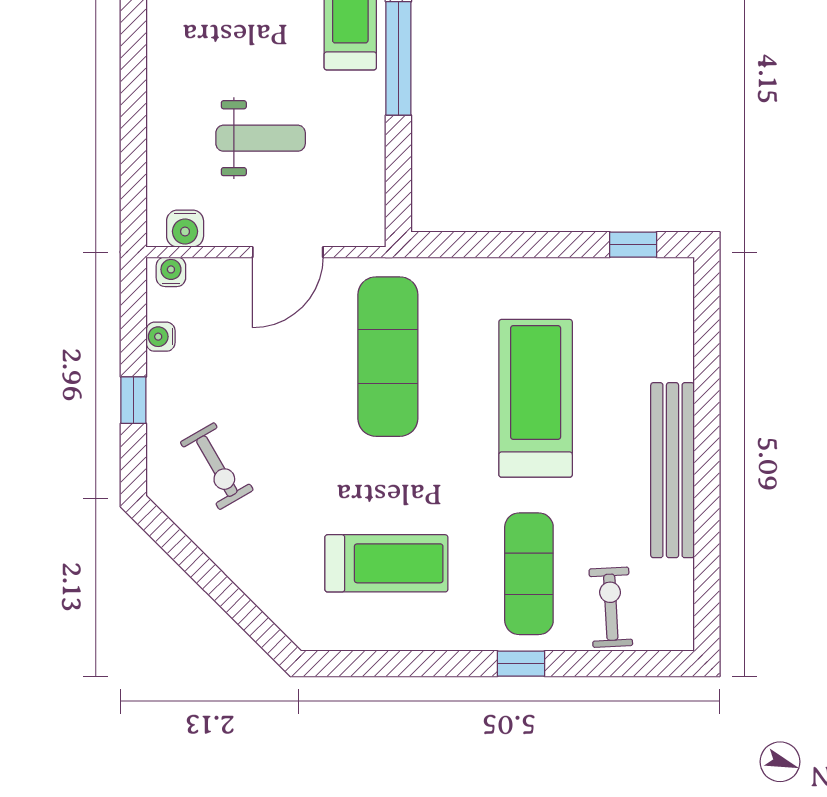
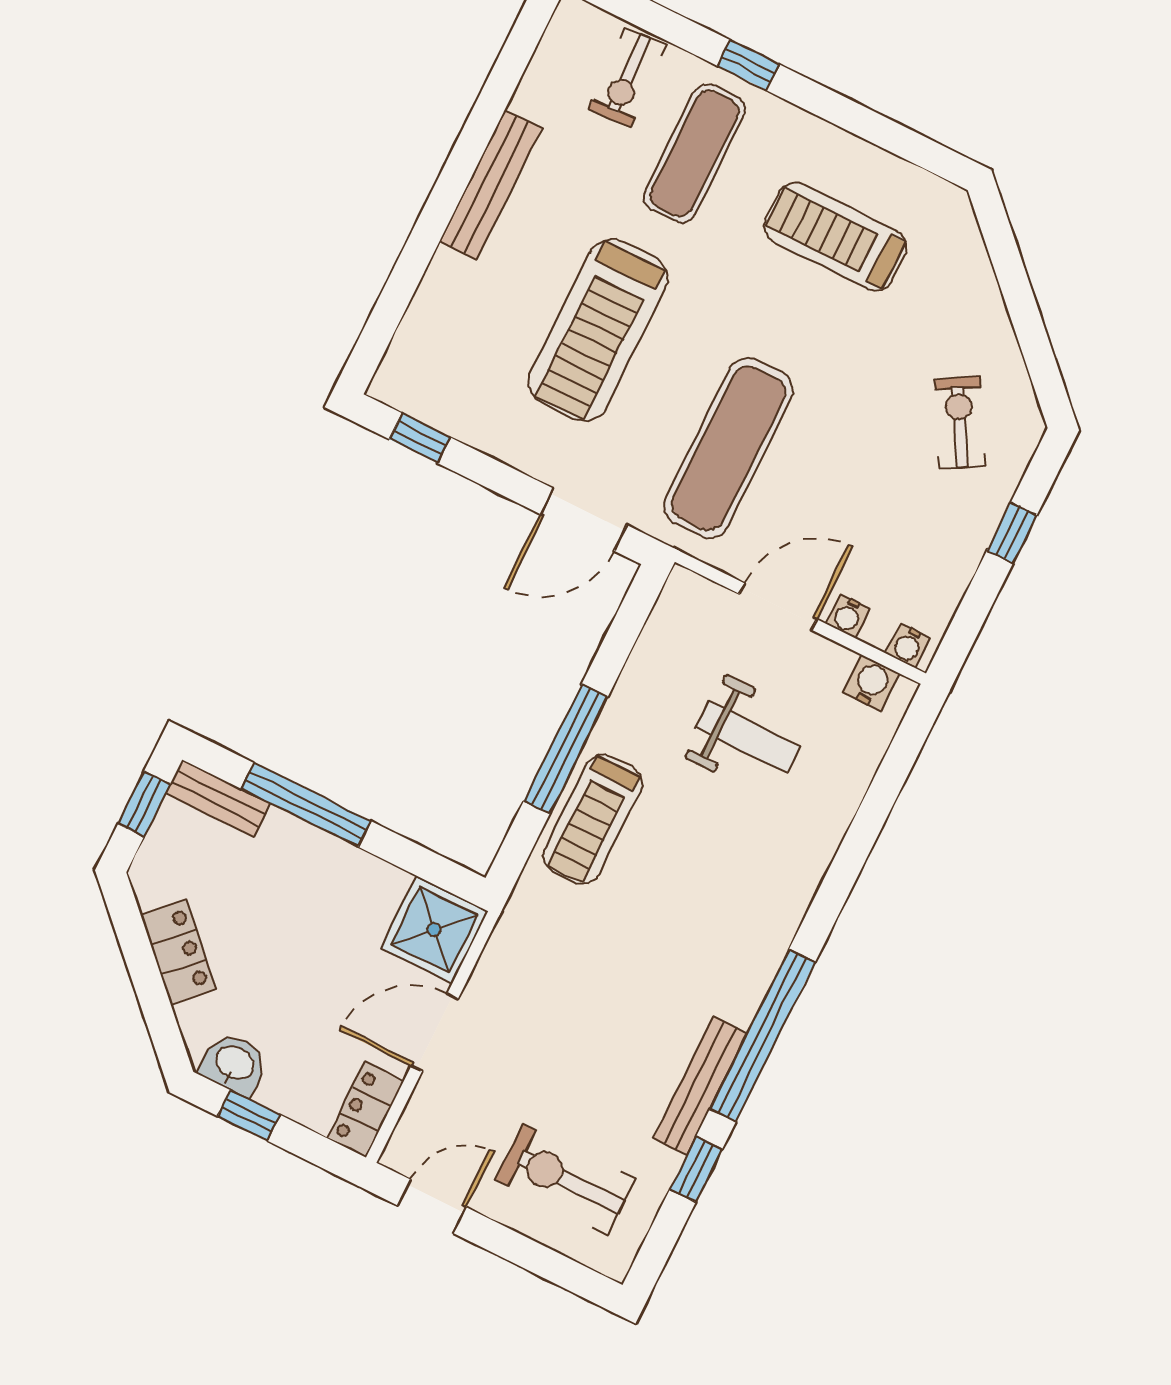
weight bench: (261, 138) -> (748, 737), turned 180
door: (474, 245) -> (584, 520), added
water cooler: (161, 337) -> (848, 616), moved, turned 90
bench: (672, 470) -> (490, 185), width x0.73, depth x0.82

